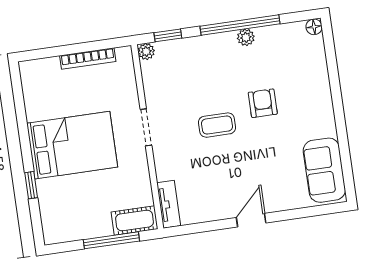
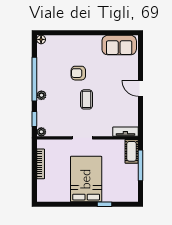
plant: (246, 37) -> (41, 95), moved

